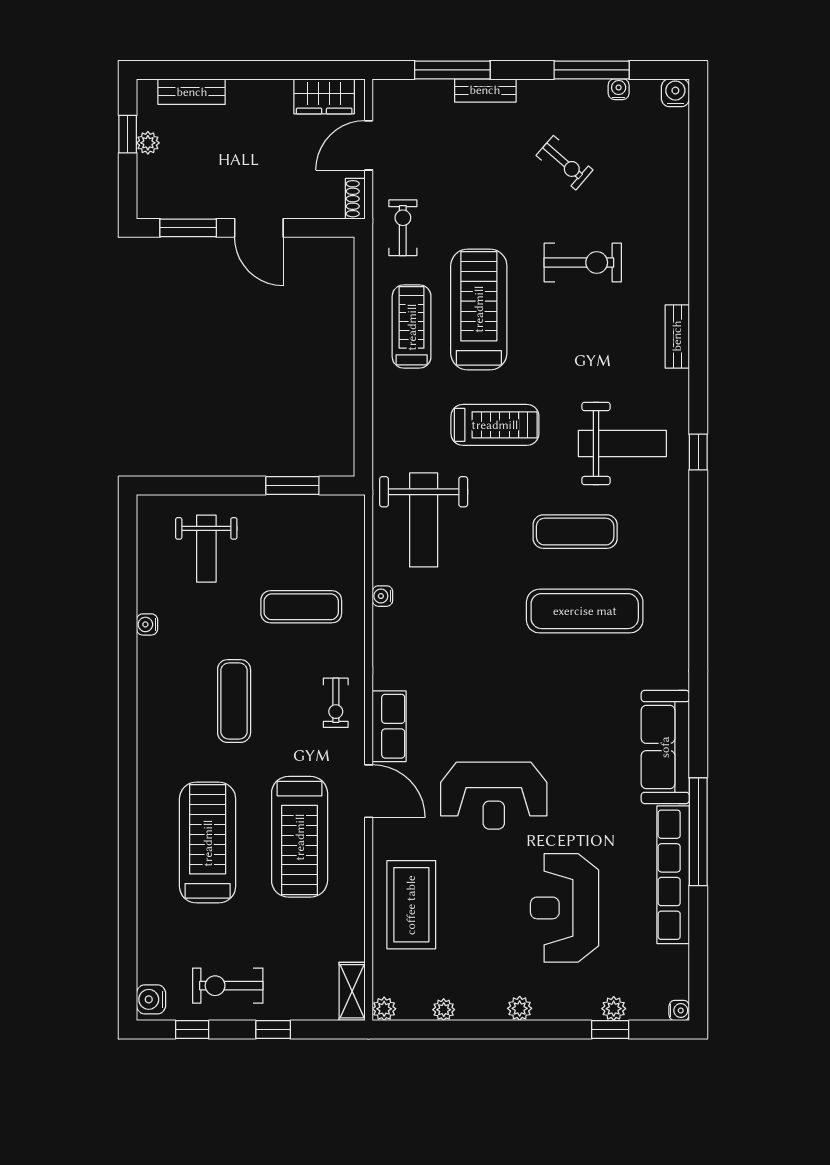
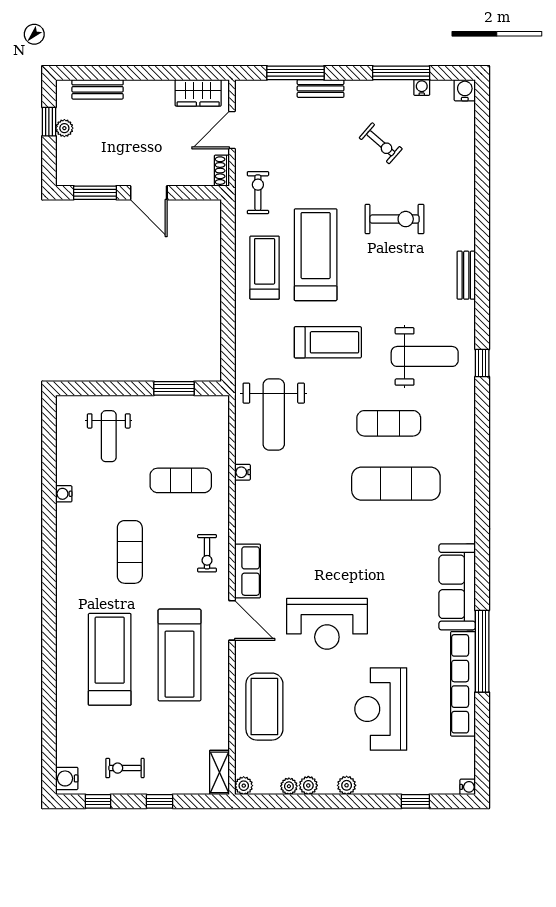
exercise bike: (228, 986) -> (125, 768), width x0.73, depth x0.72
plant: (614, 1009) -> (308, 785), moved

